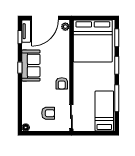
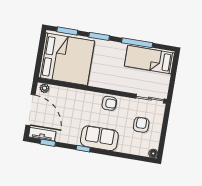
sofa: (31, 66) -> (99, 138), moved

